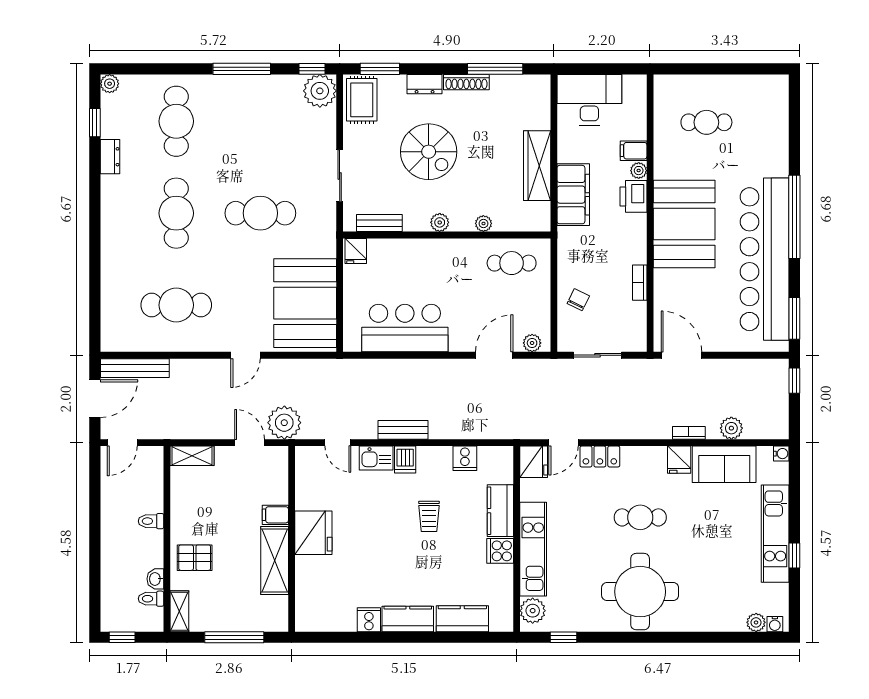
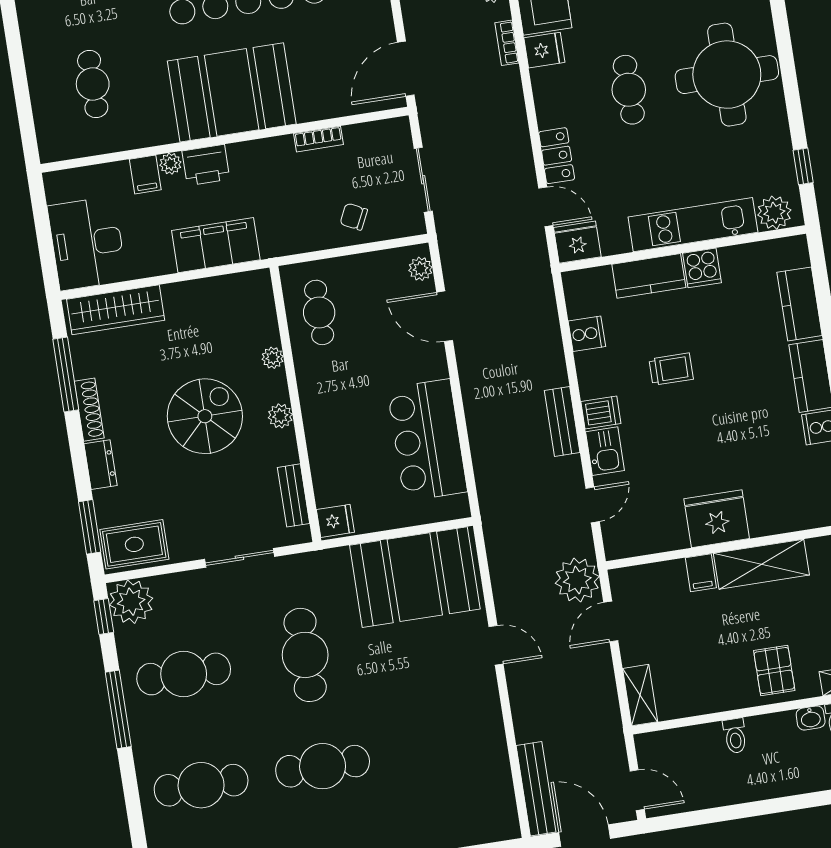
spiral stairs: (429, 152) -> (205, 416), moved
wardrobe: (537, 166) -> (116, 310), moved
cafe table: (176, 305) -> (184, 674), moved, turned 90

